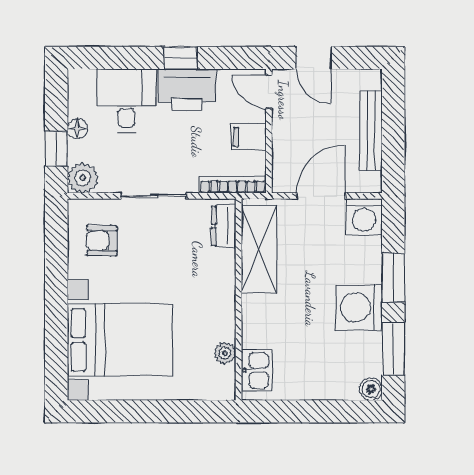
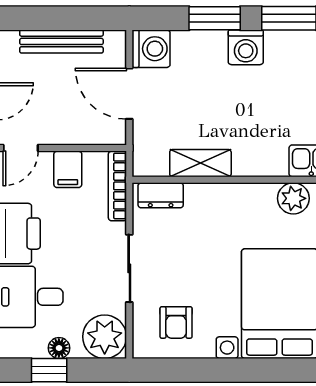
window: (56, 149) -> (49, 370), moved
plant: (83, 178) -> (105, 337), width x1.36, depth x1.36
shelving: (259, 249) -> (200, 163), width x0.67, depth x0.75
washing machine: (359, 307) -> (246, 47), width x0.73, depth x0.73
plant: (225, 353) -> (293, 198), width x1.38, depth x1.38

